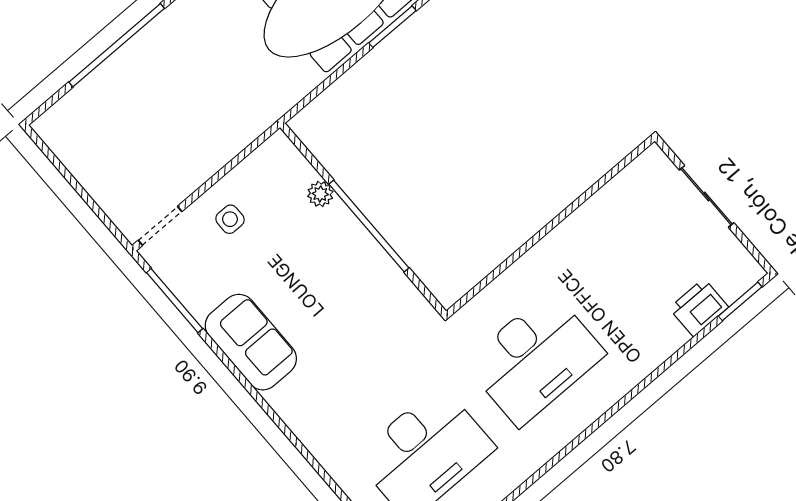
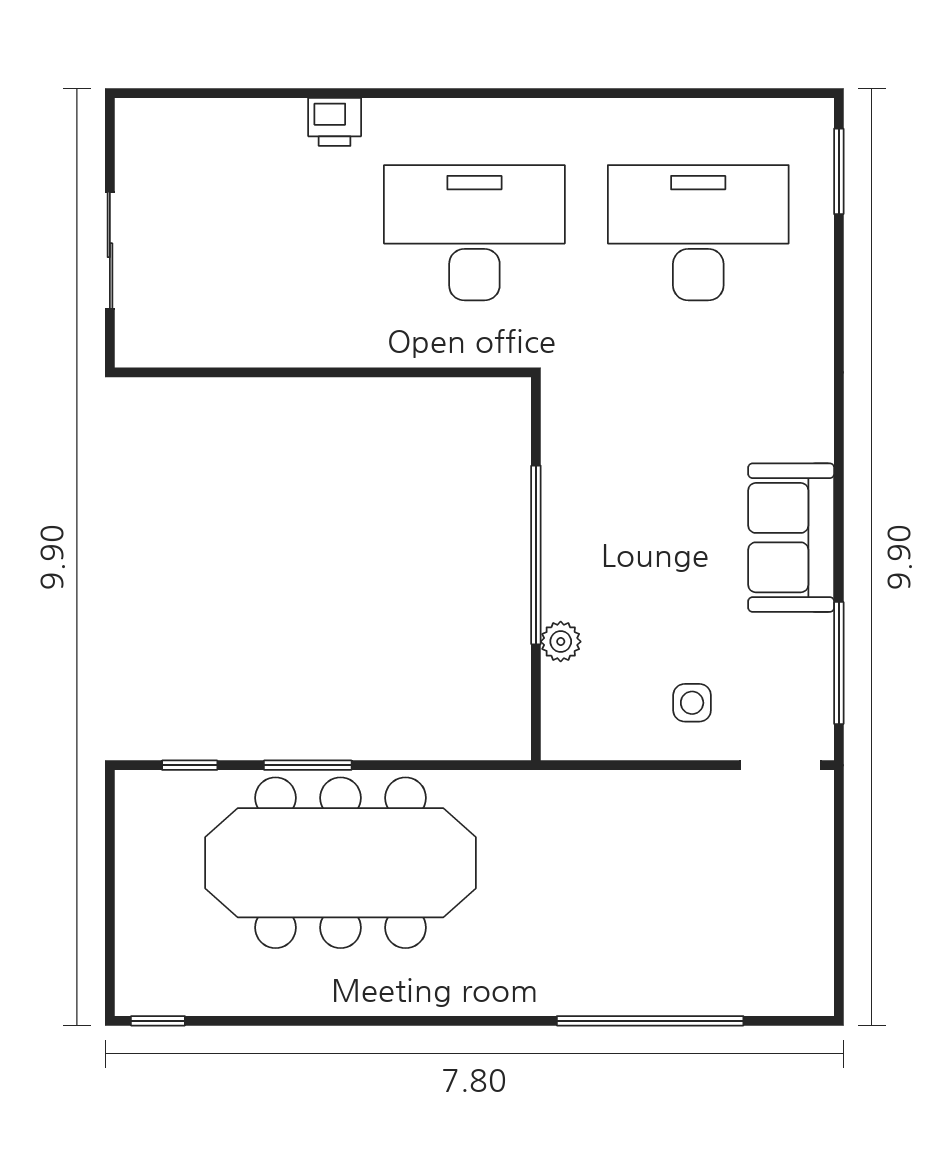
window: (740, 301) -> (176, 93), removed
printer: (699, 308) -> (335, 122), moved, width x0.73, depth x0.81

